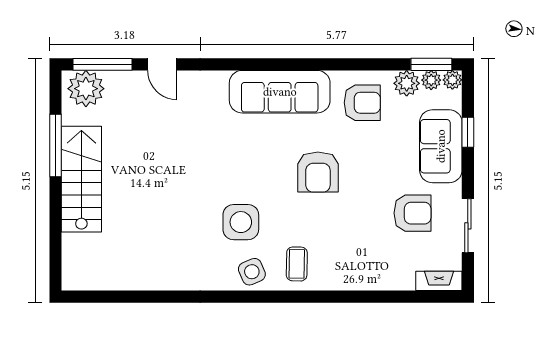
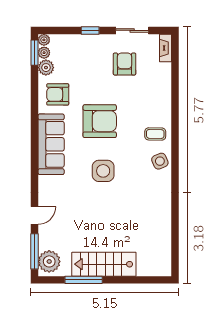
armchair: (362, 103) -> (58, 94), turned -90
window: (468, 132) -> (90, 30), moved
sofa: (441, 146) -> (84, 47), removed
armchair: (318, 172) -> (100, 121), width x1.36, depth x1.36
side table: (241, 222) -> (103, 171), moved

